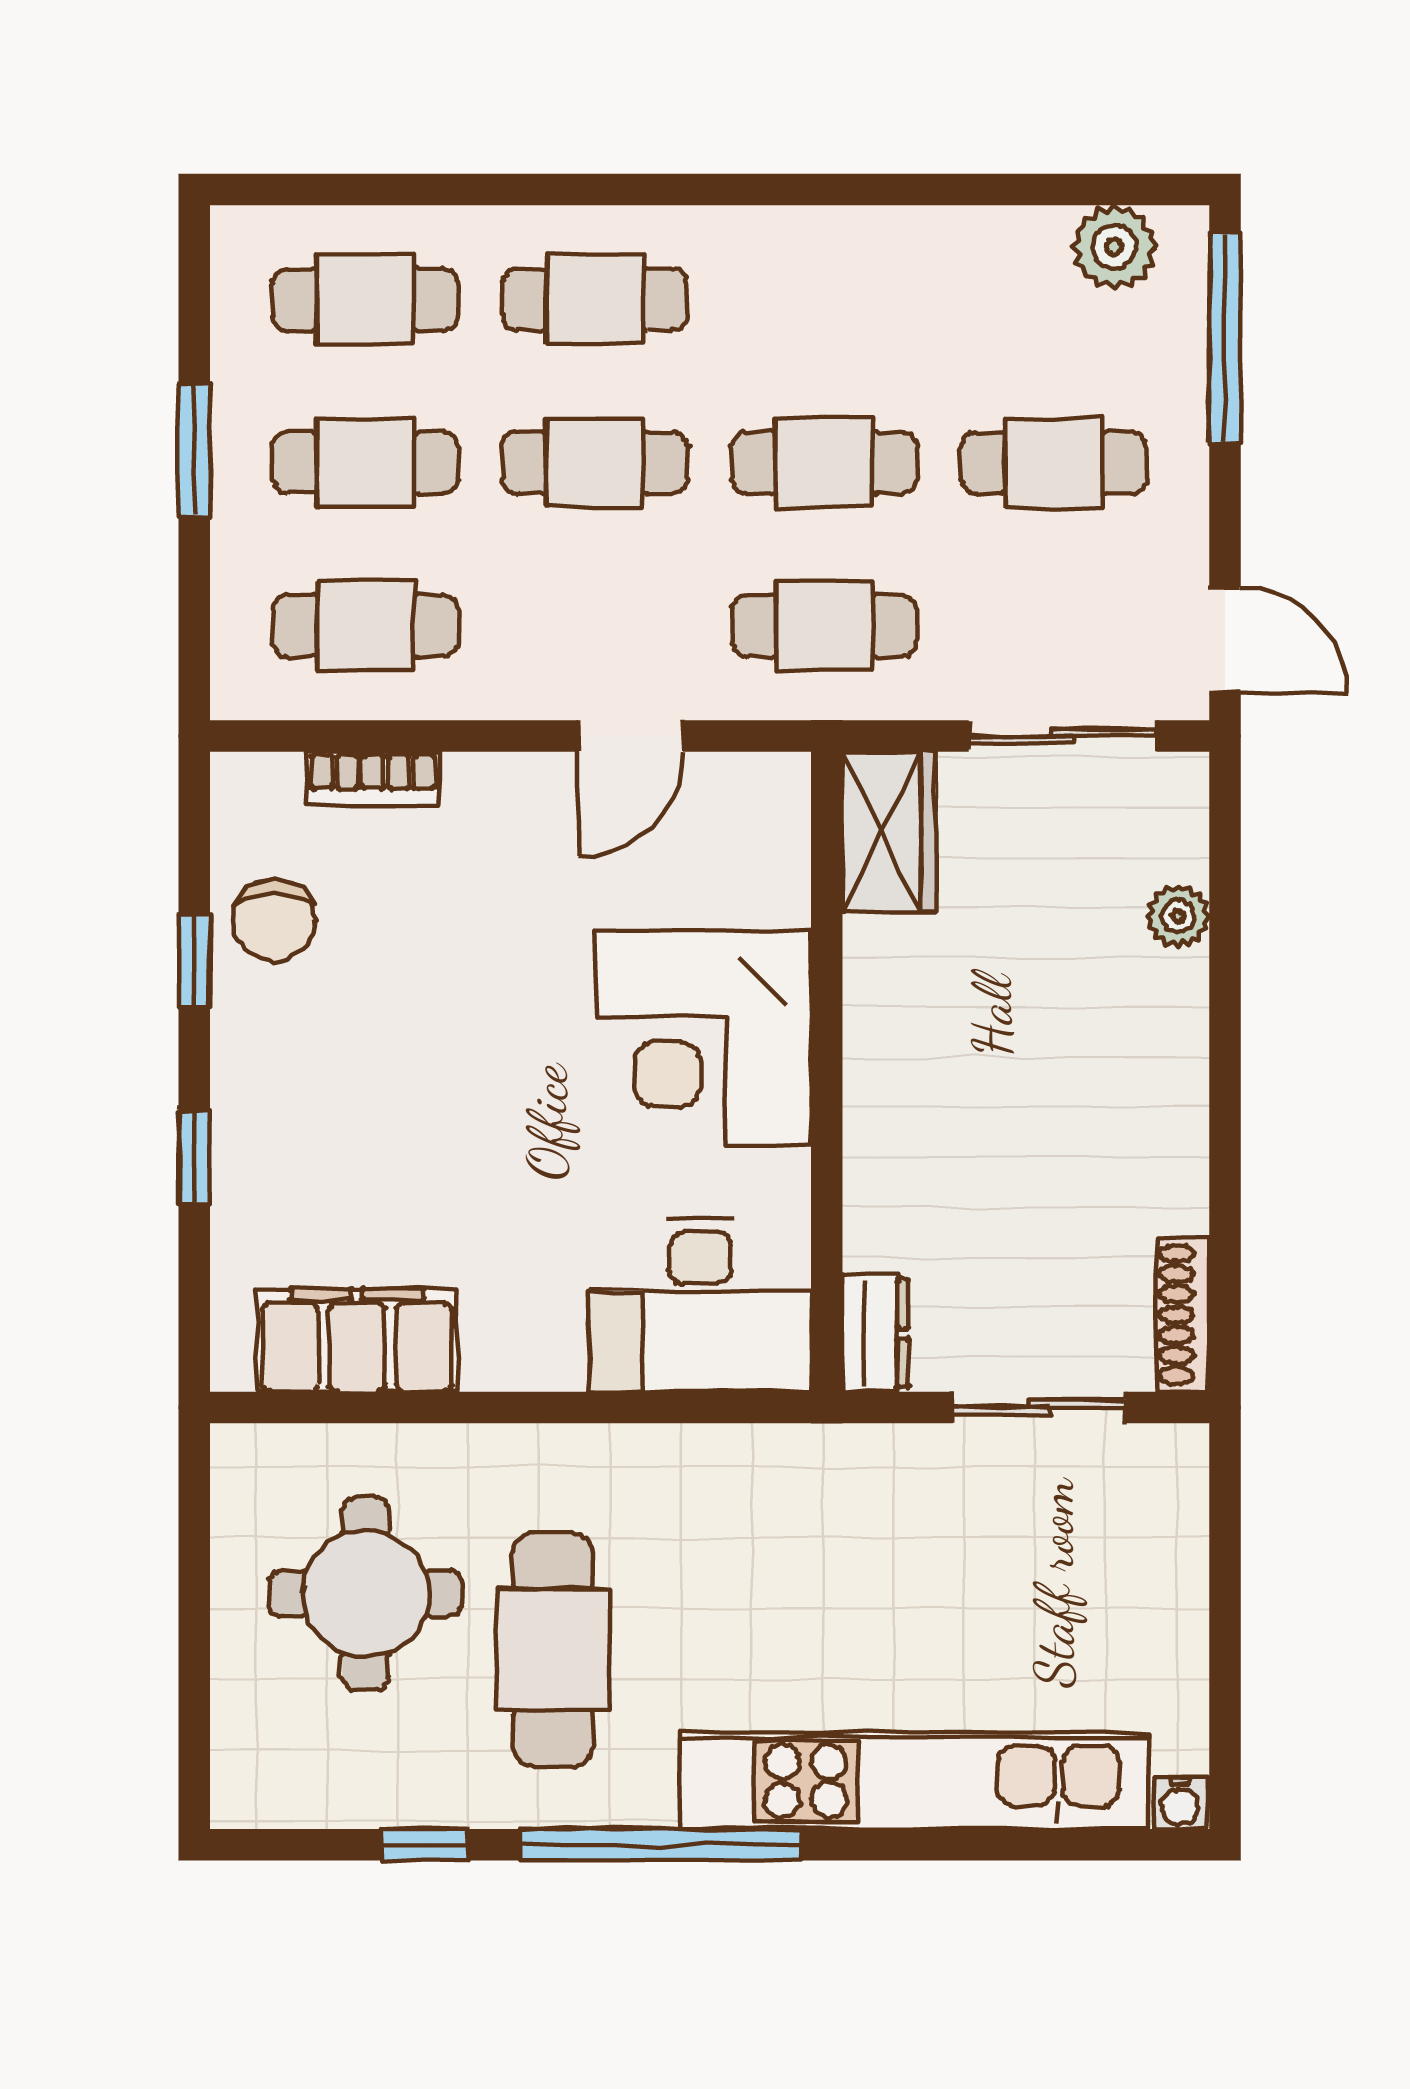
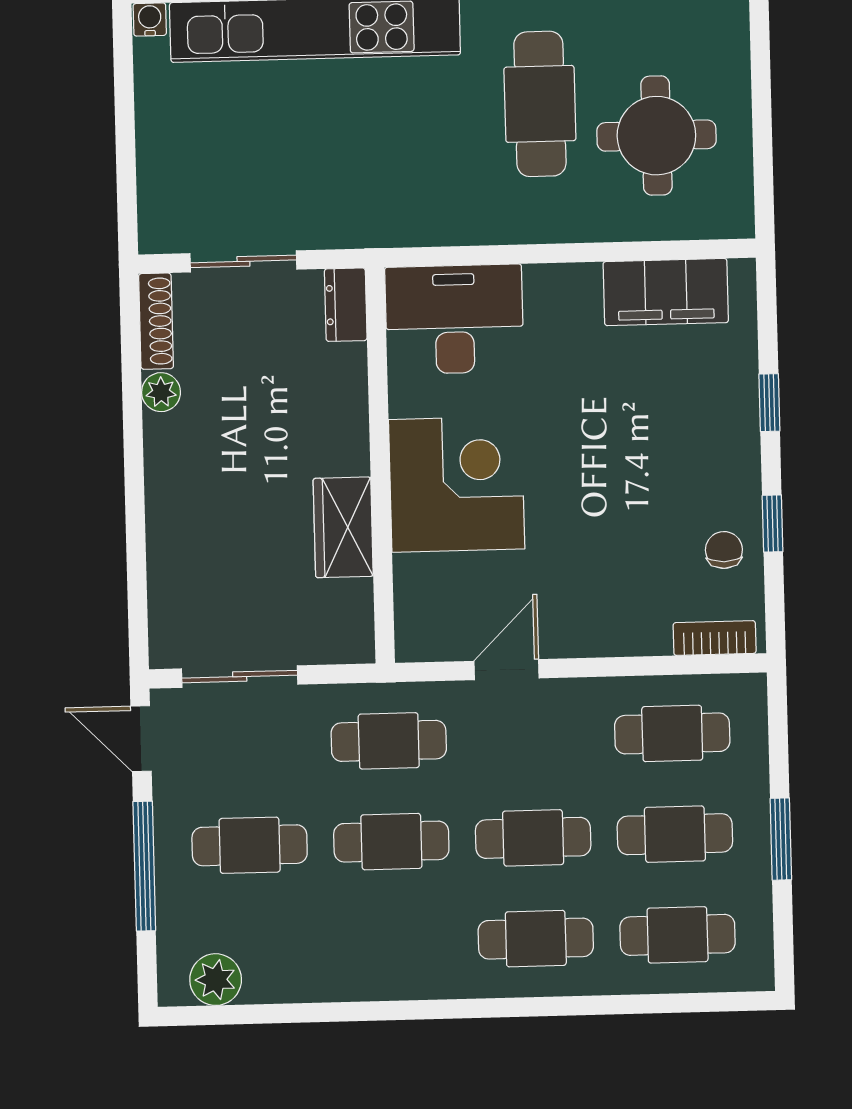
window: (1225, 338) -> (144, 866), moved
bookcase: (373, 778) -> (715, 638), moved
wardrobe: (889, 832) -> (343, 527), moved
plant: (1178, 916) -> (161, 392), moved
chair: (274, 920) -> (724, 550), width x0.73, depth x0.73

